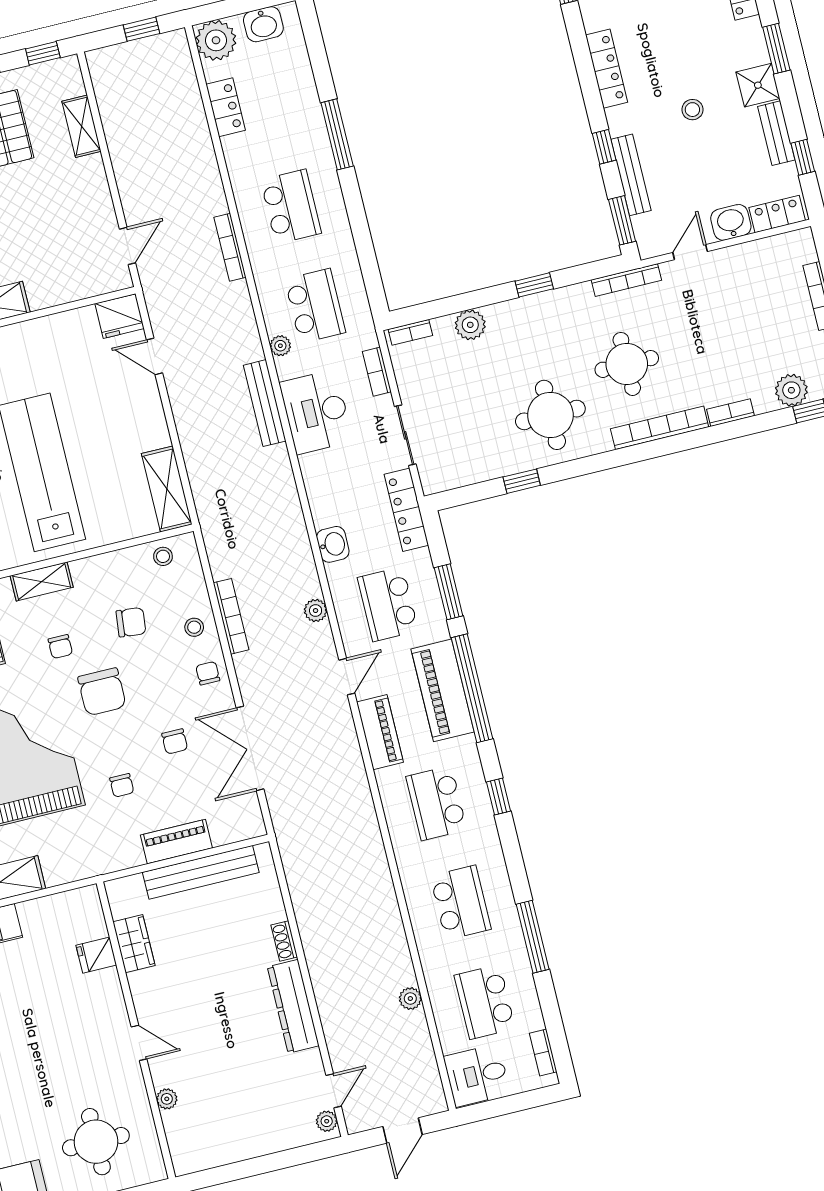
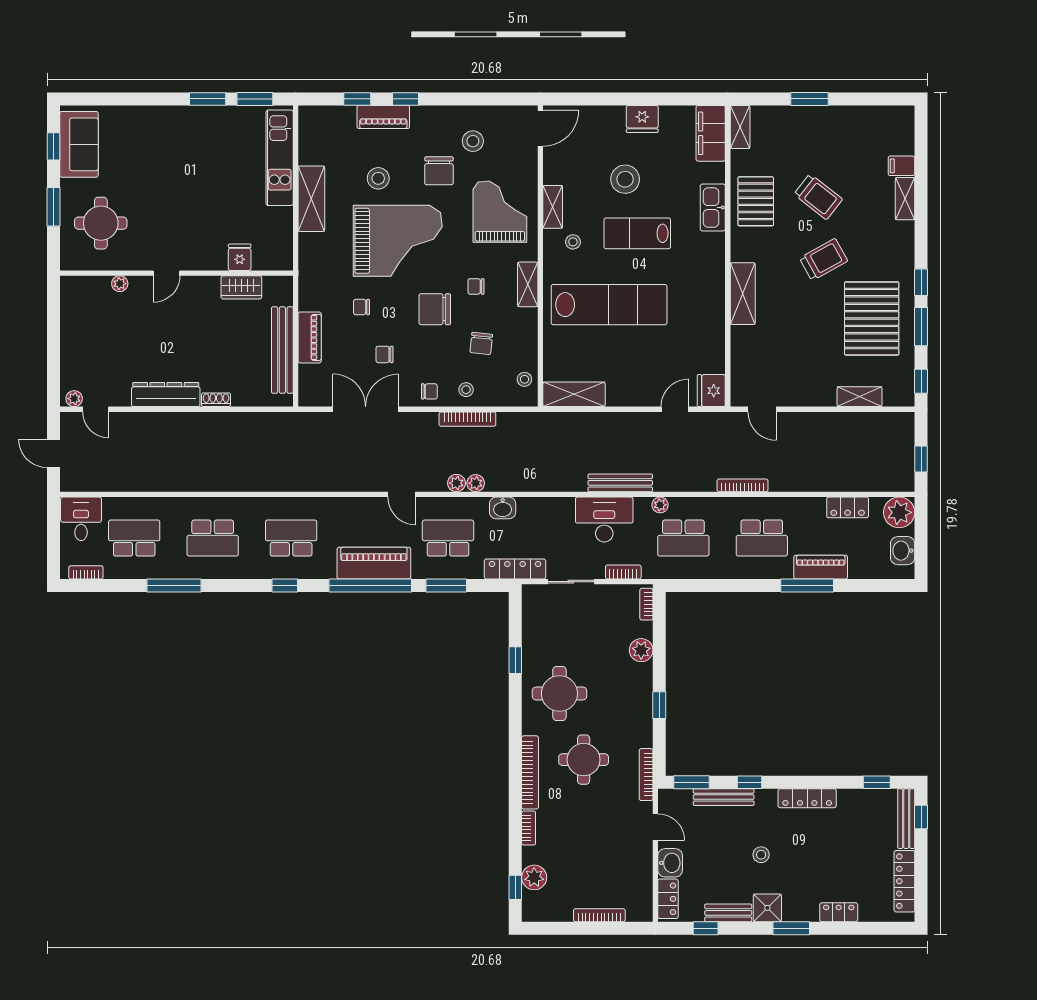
piano: (380, 732) -> (821, 567), moved, turned 180
plant: (410, 999) -> (476, 483), moved

